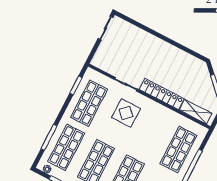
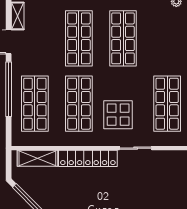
shop shelf: (66, 147) -> (79, 104), moved

